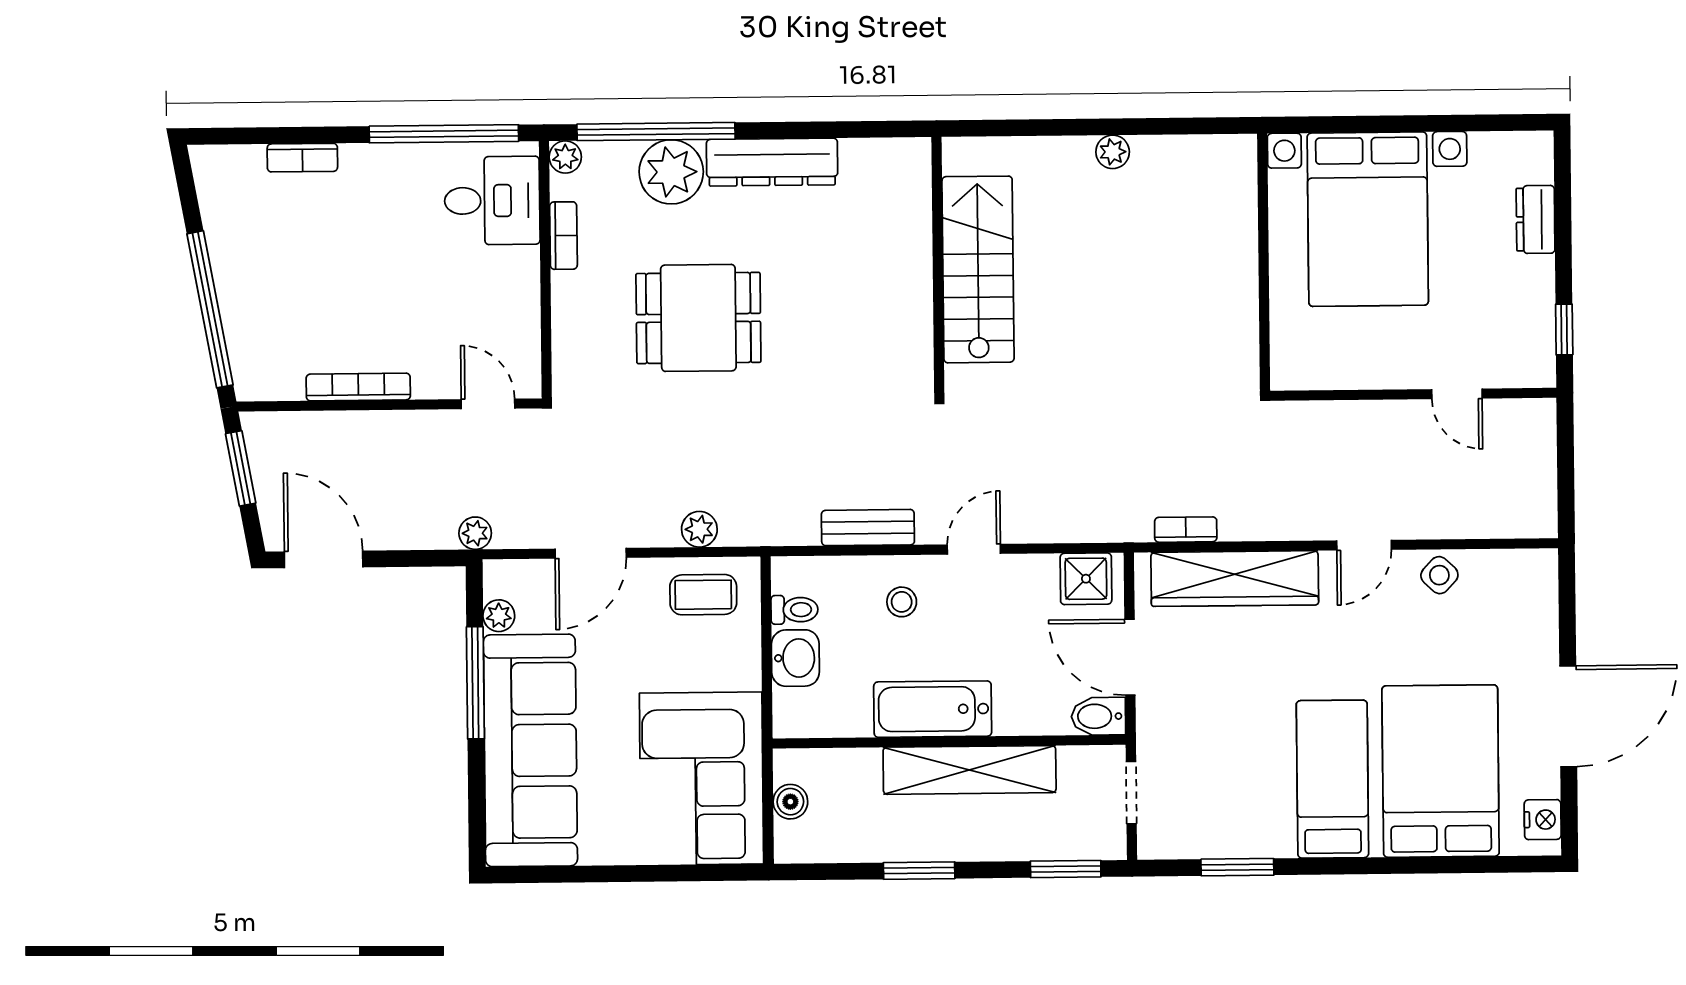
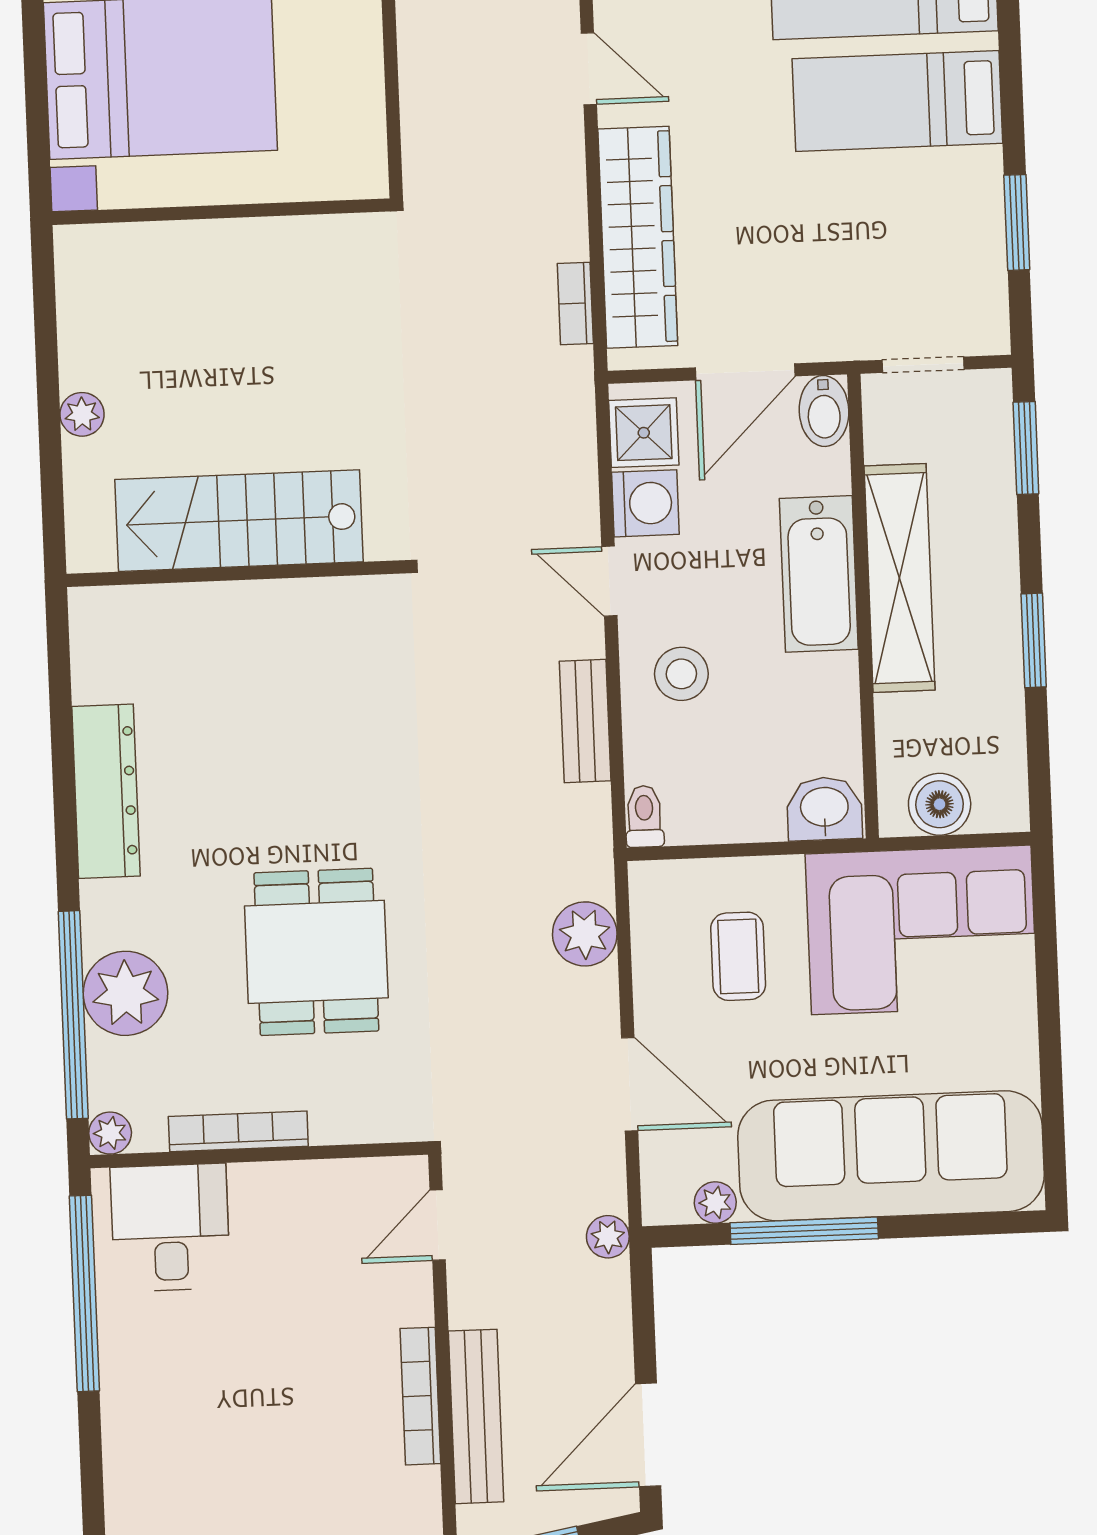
bookcase: (302, 158) -> (121, 1478), removed
dresser: (772, 162) -> (106, 791), moved
bookcase: (563, 236) -> (238, 1131), width x1.56
wall: (938, 266) -> (236, 574), moved
stairs: (978, 269) -> (239, 521), moved
bench: (341, 429) -> (476, 1416), added
plant: (699, 529) -> (585, 934), width x1.38, depth x1.38
washing machine: (1032, 578) -> (645, 503), added
coffee table: (703, 595) -> (738, 956), moved
stool: (902, 602) -> (681, 674), width x1.37, depth x1.37
toilet: (794, 610) -> (644, 816), moved
washbasin: (795, 658) -> (824, 809), moved
bathtub: (933, 709) -> (819, 574), moved
boiler: (790, 802) -> (940, 804), width x1.36, depth x1.36

